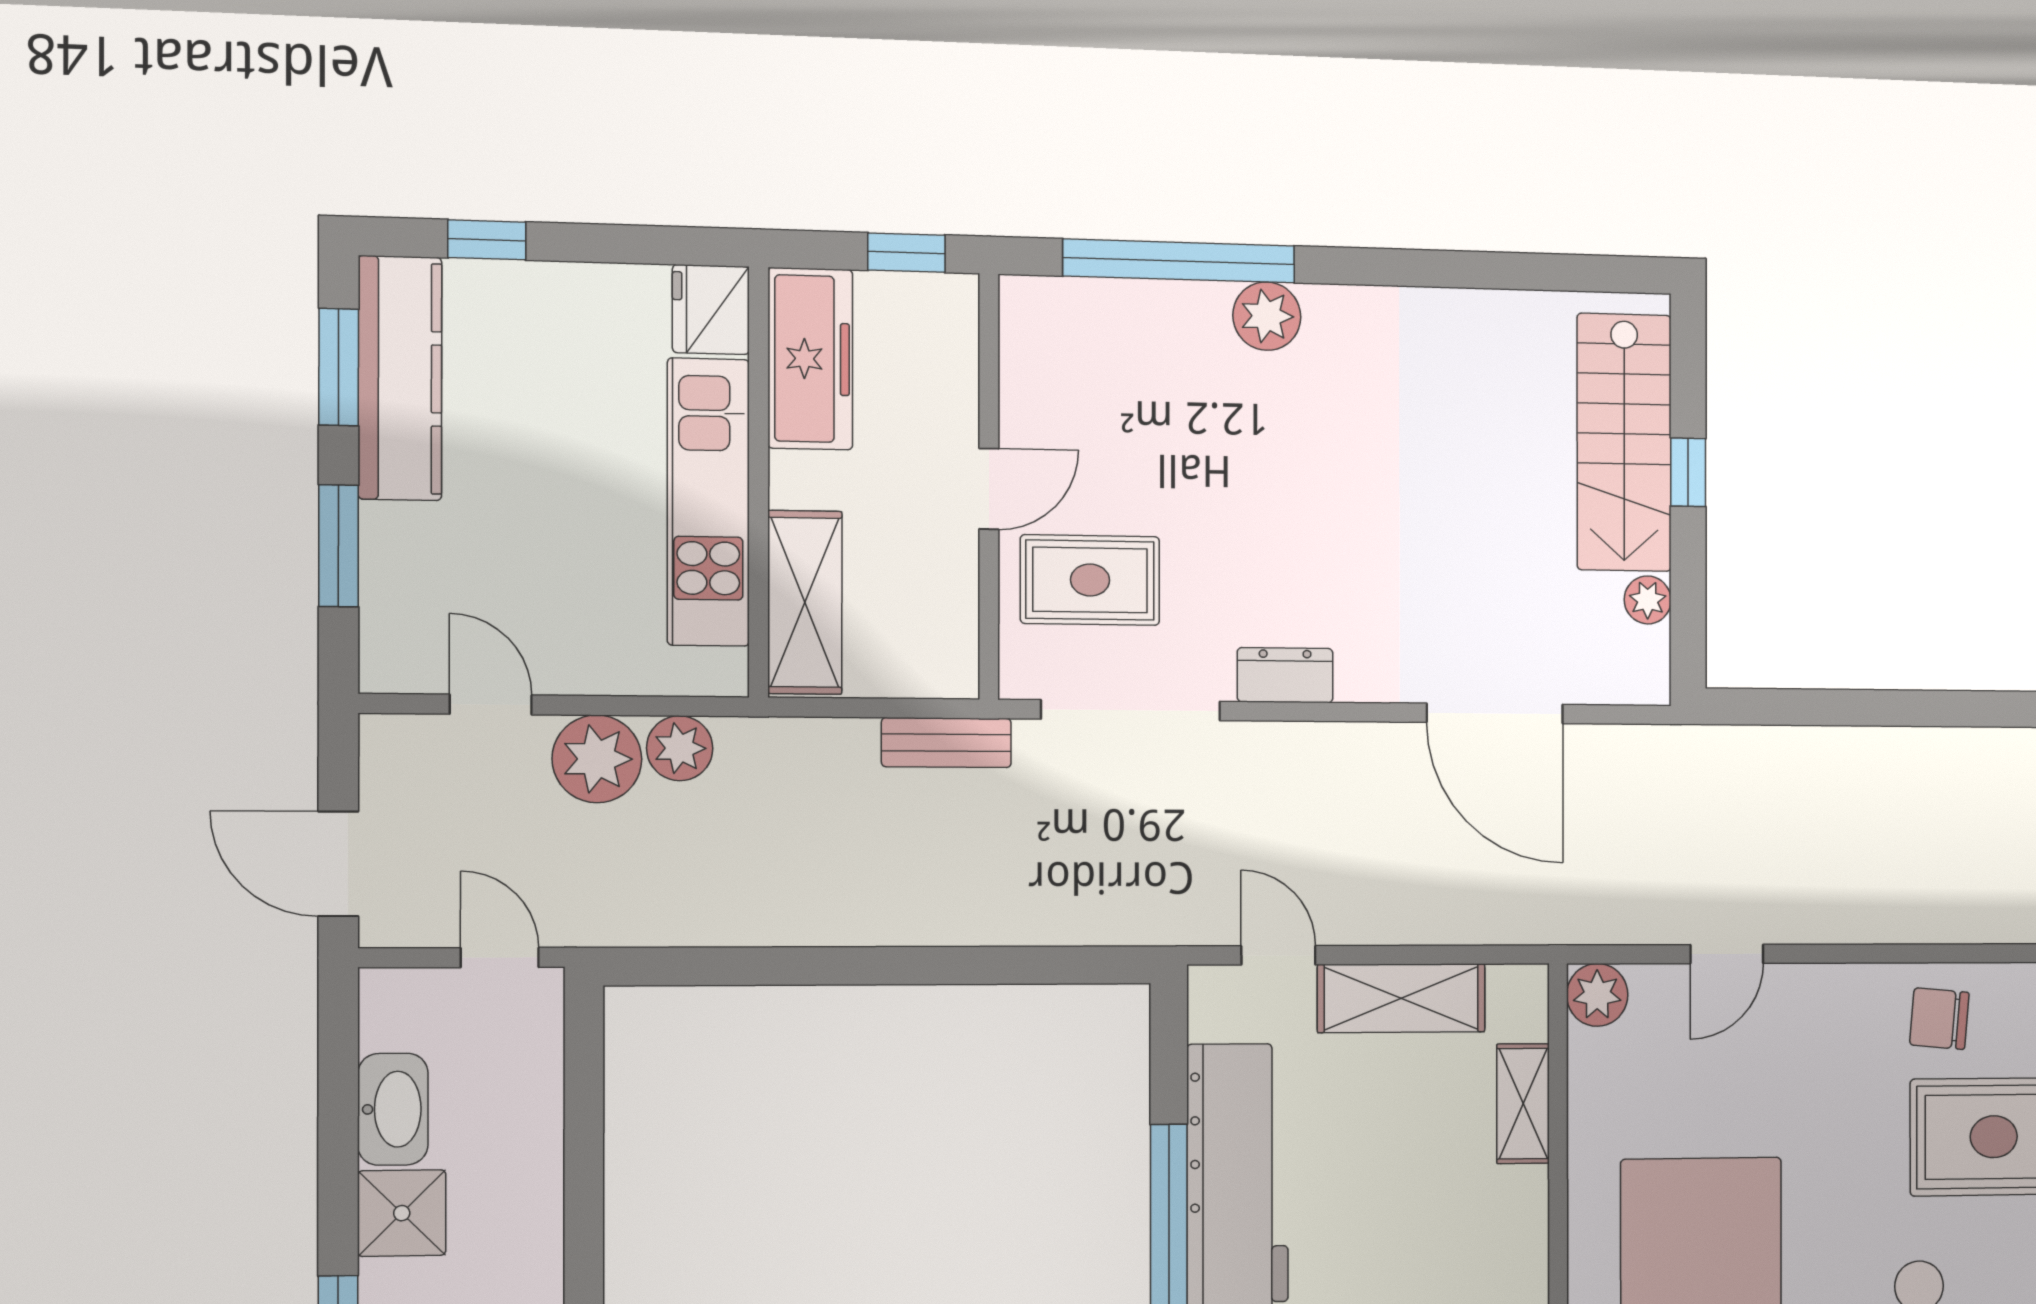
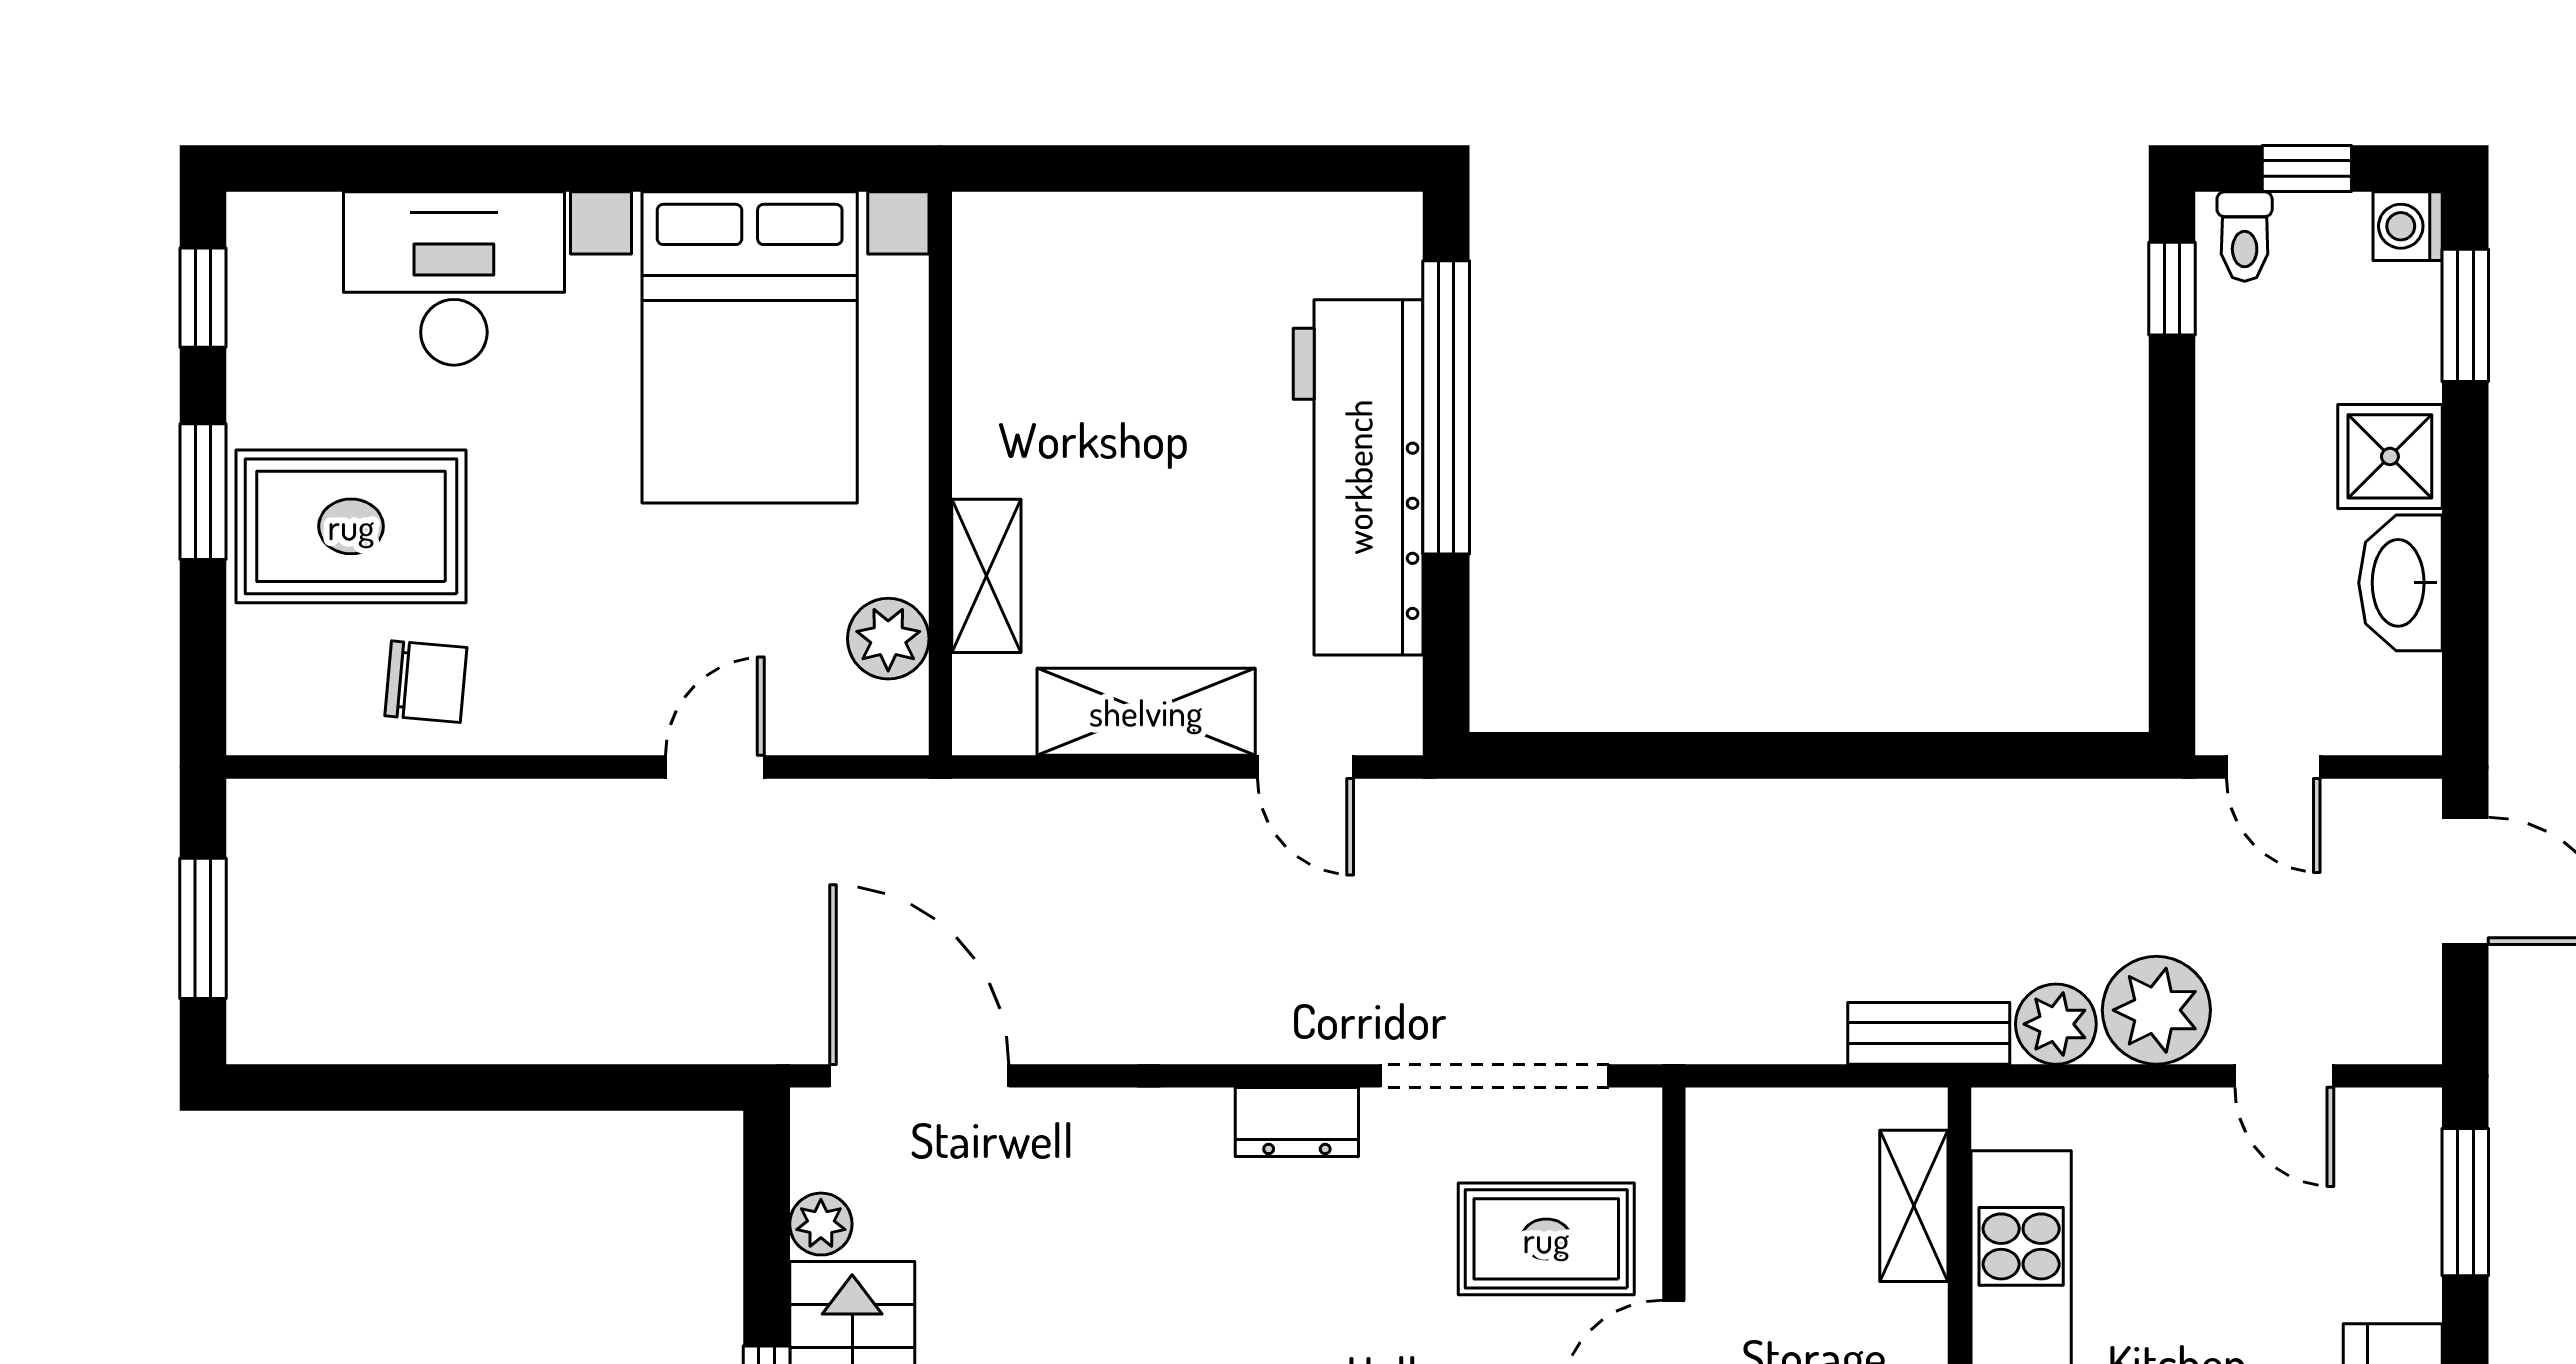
window: (339, 546) -> (2465, 1202), moved
shelving: (805, 602) -> (1914, 1206), width x0.67, depth x0.75
door: (1495, 713) -> (919, 1076), moved
bench: (946, 743) -> (1929, 1033), moved
plant: (1597, 995) -> (888, 639), moved

